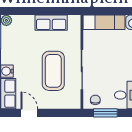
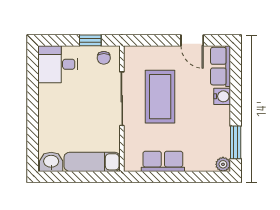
window: (105, 113) -> (90, 40), width x0.67

